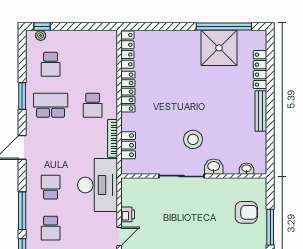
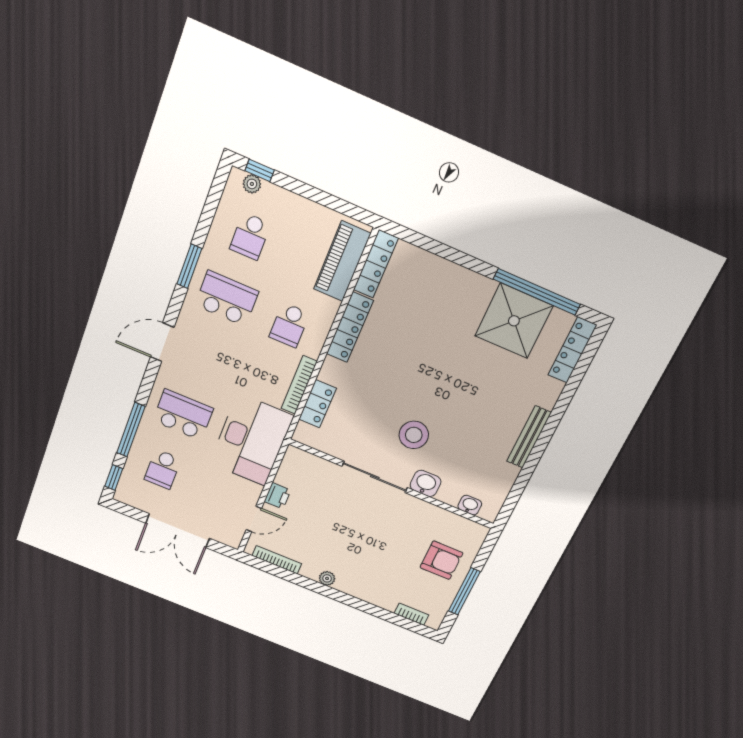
piano: (108, 56) -> (342, 261), added
locker: (260, 70) -> (572, 350), moved
school desk: (51, 187) -> (183, 415), width x1.85

